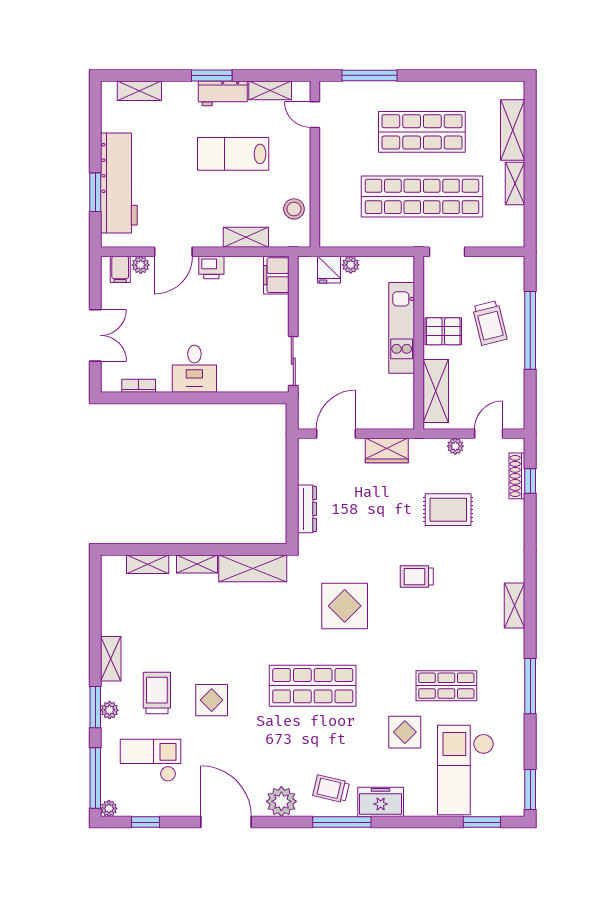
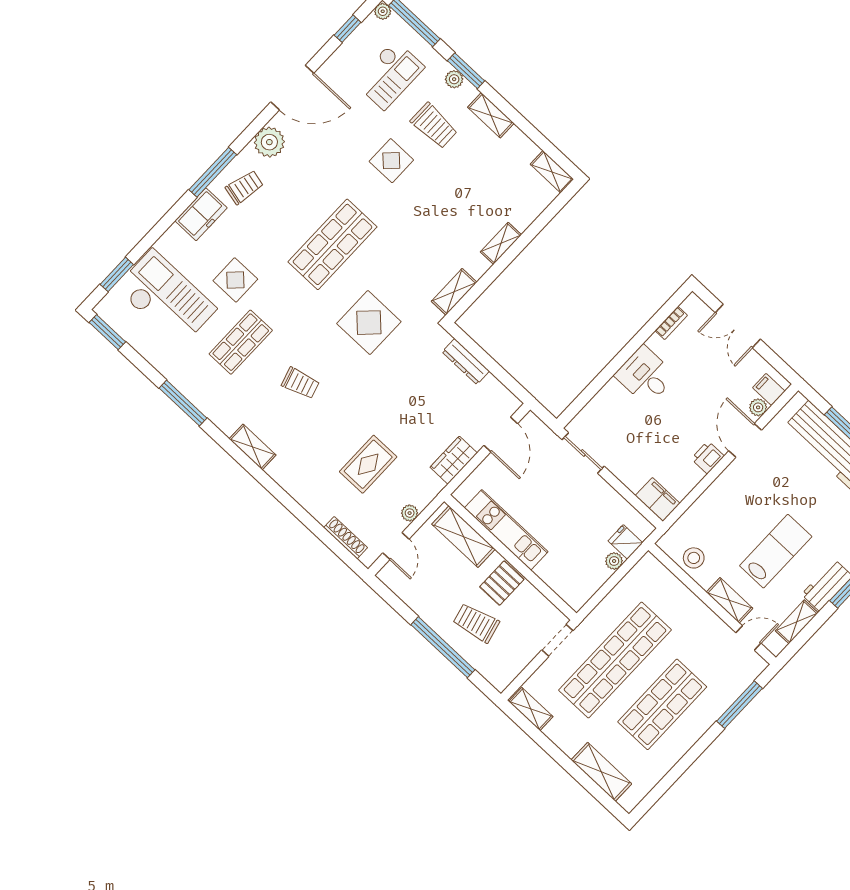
shelving: (515, 183) -> (531, 709), moved
shelving: (246, 237) -> (729, 600), moved, turned 90
kitchen unit: (402, 328) -> (506, 530), moved
window: (530, 481) -> (333, 544), removed
shelving: (148, 564) -> (552, 172), moved, turned 90
shelving: (253, 568) -> (454, 292), width x0.67, depth x0.75
trolley: (417, 577) -> (300, 383), moved, turned 73

